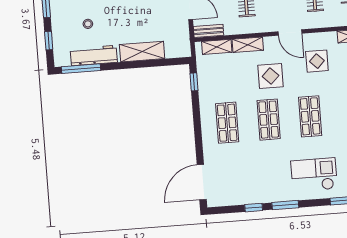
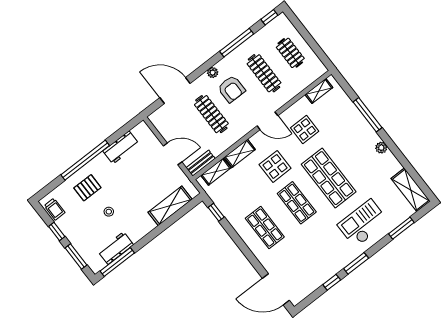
stool: (88, 24) -> (109, 212), moved
window: (49, 41) -> (76, 256), width x1.50
shelving: (142, 52) -> (170, 206), moved
workbench: (94, 55) -> (116, 248), width x0.73
shop shelf: (310, 116) -> (329, 178), width x1.43, depth x1.36
door: (202, 182) -> (276, 289), hinge flipped

